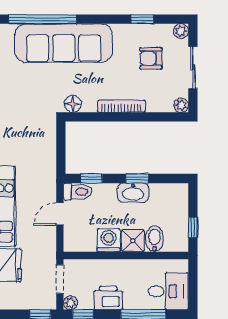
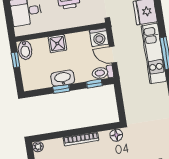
door: (60, 214) -> (113, 55), swing flipped
bidet: (154, 239) -> (25, 50), moved
washing machine: (109, 240) -> (99, 37), moved

